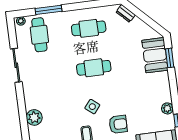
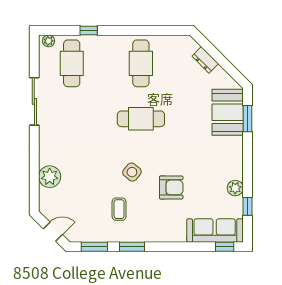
window: (48, 10) -> (89, 31), width x0.46
dresser: (126, 13) -> (205, 60), moved
cafe table: (89, 28) -> (141, 63), turned 90
armchair: (118, 124) -> (171, 187), moved

